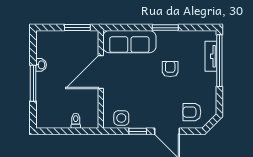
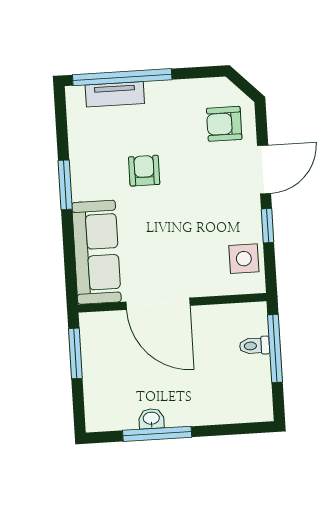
armchair: (170, 69) -> (144, 171), turned 90
window: (33, 83) -> (157, 434), moved
armchair: (192, 112) -> (224, 124), turned 90
window: (74, 131) -> (275, 348), added

